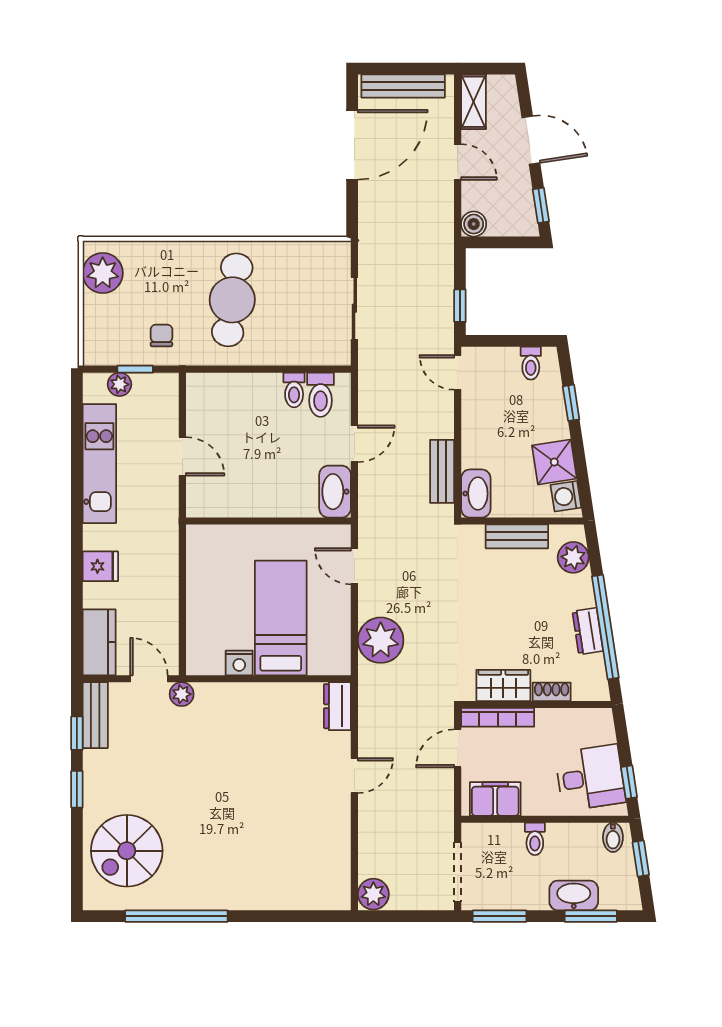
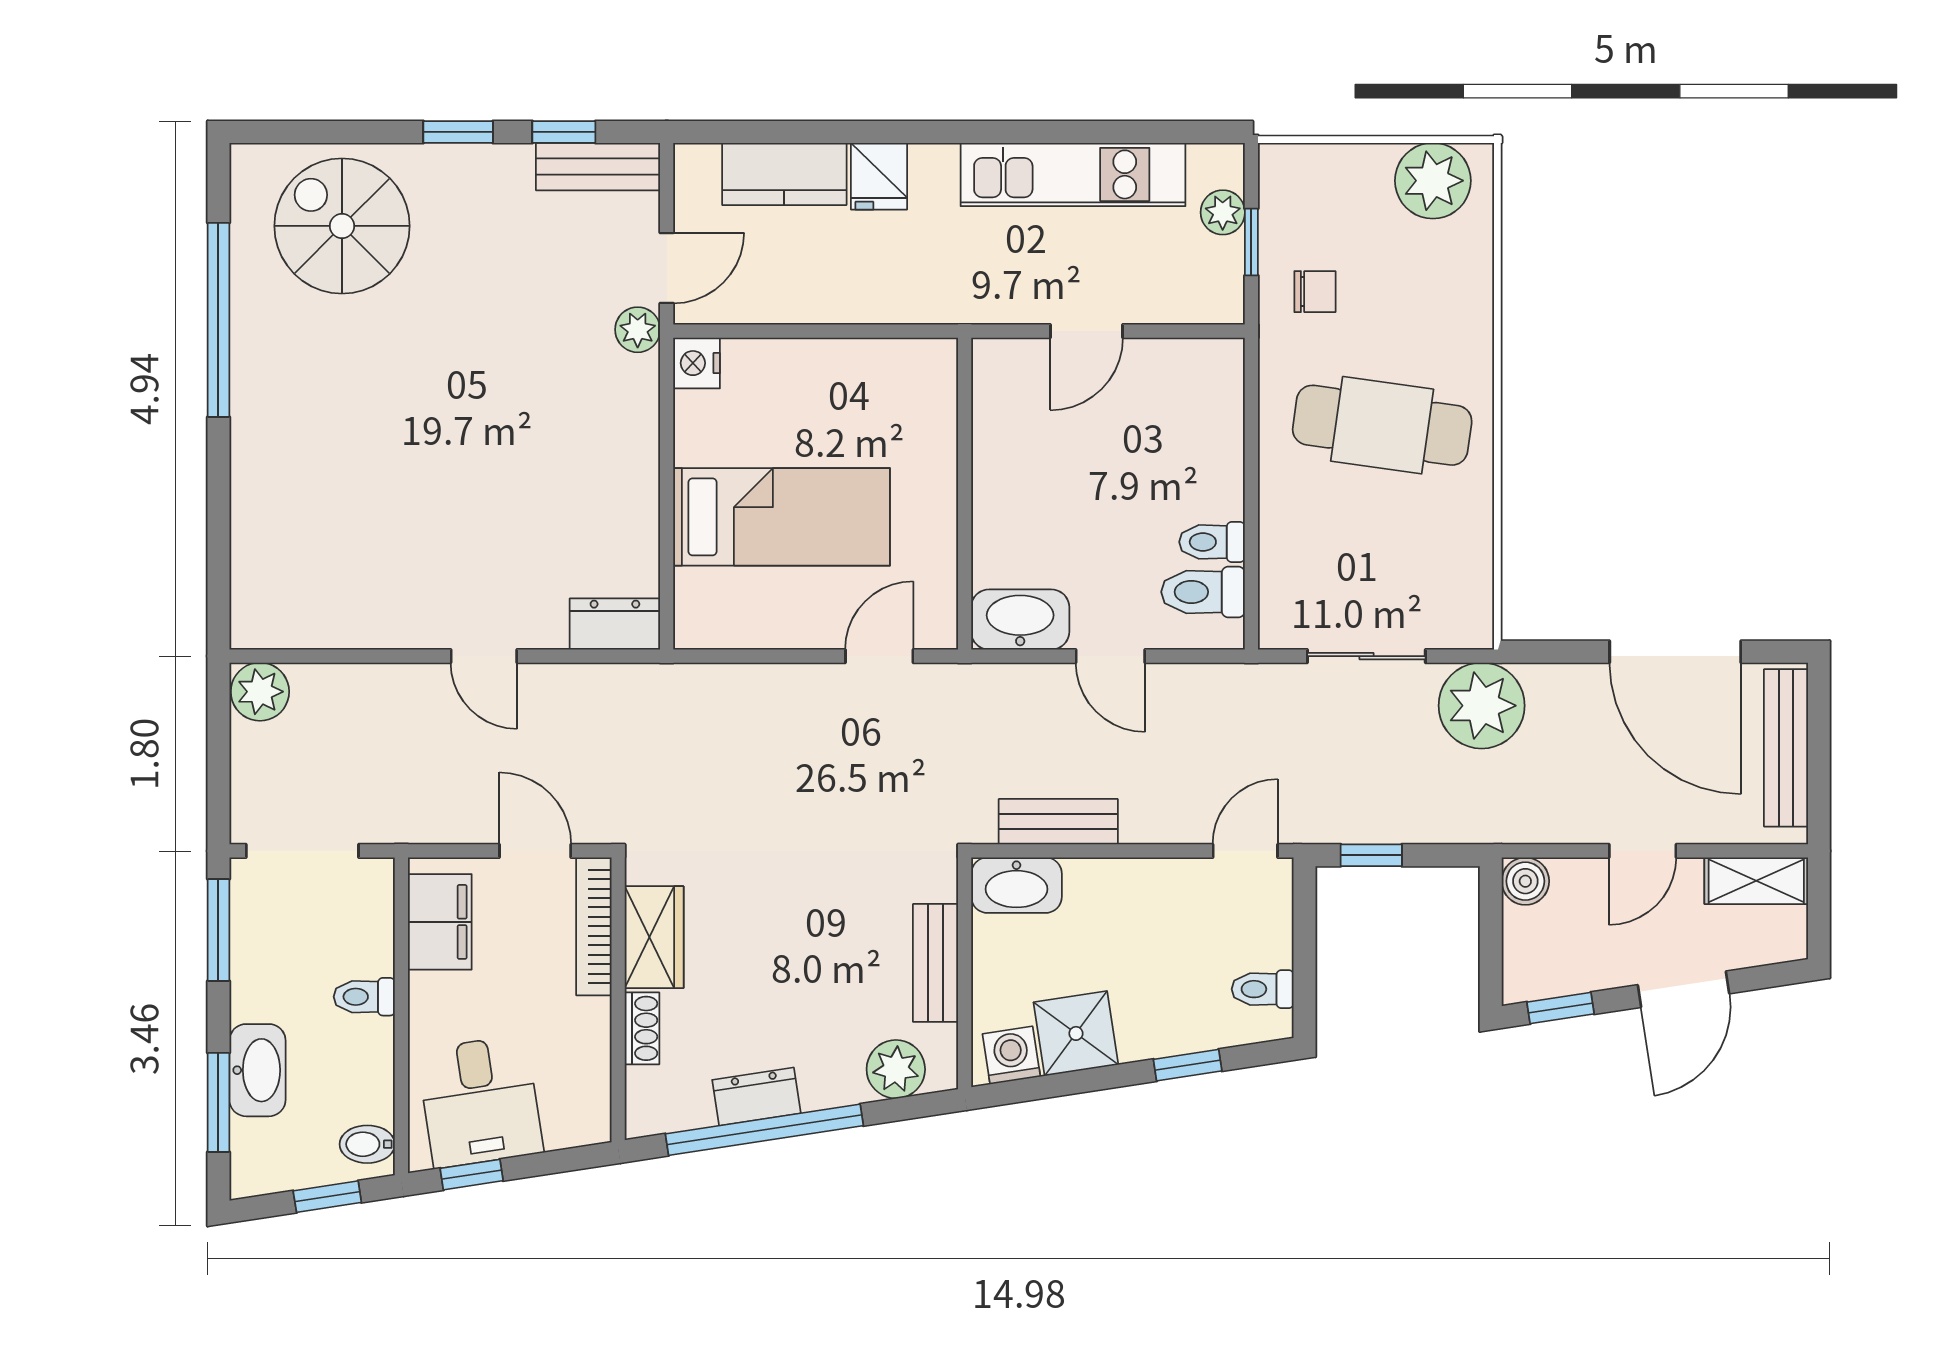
plant: (381, 640) -> (1482, 706), moved
kitchen counter: (99, 642) -> (784, 174), moved
nightstand: (239, 663) -> (697, 363), moved

